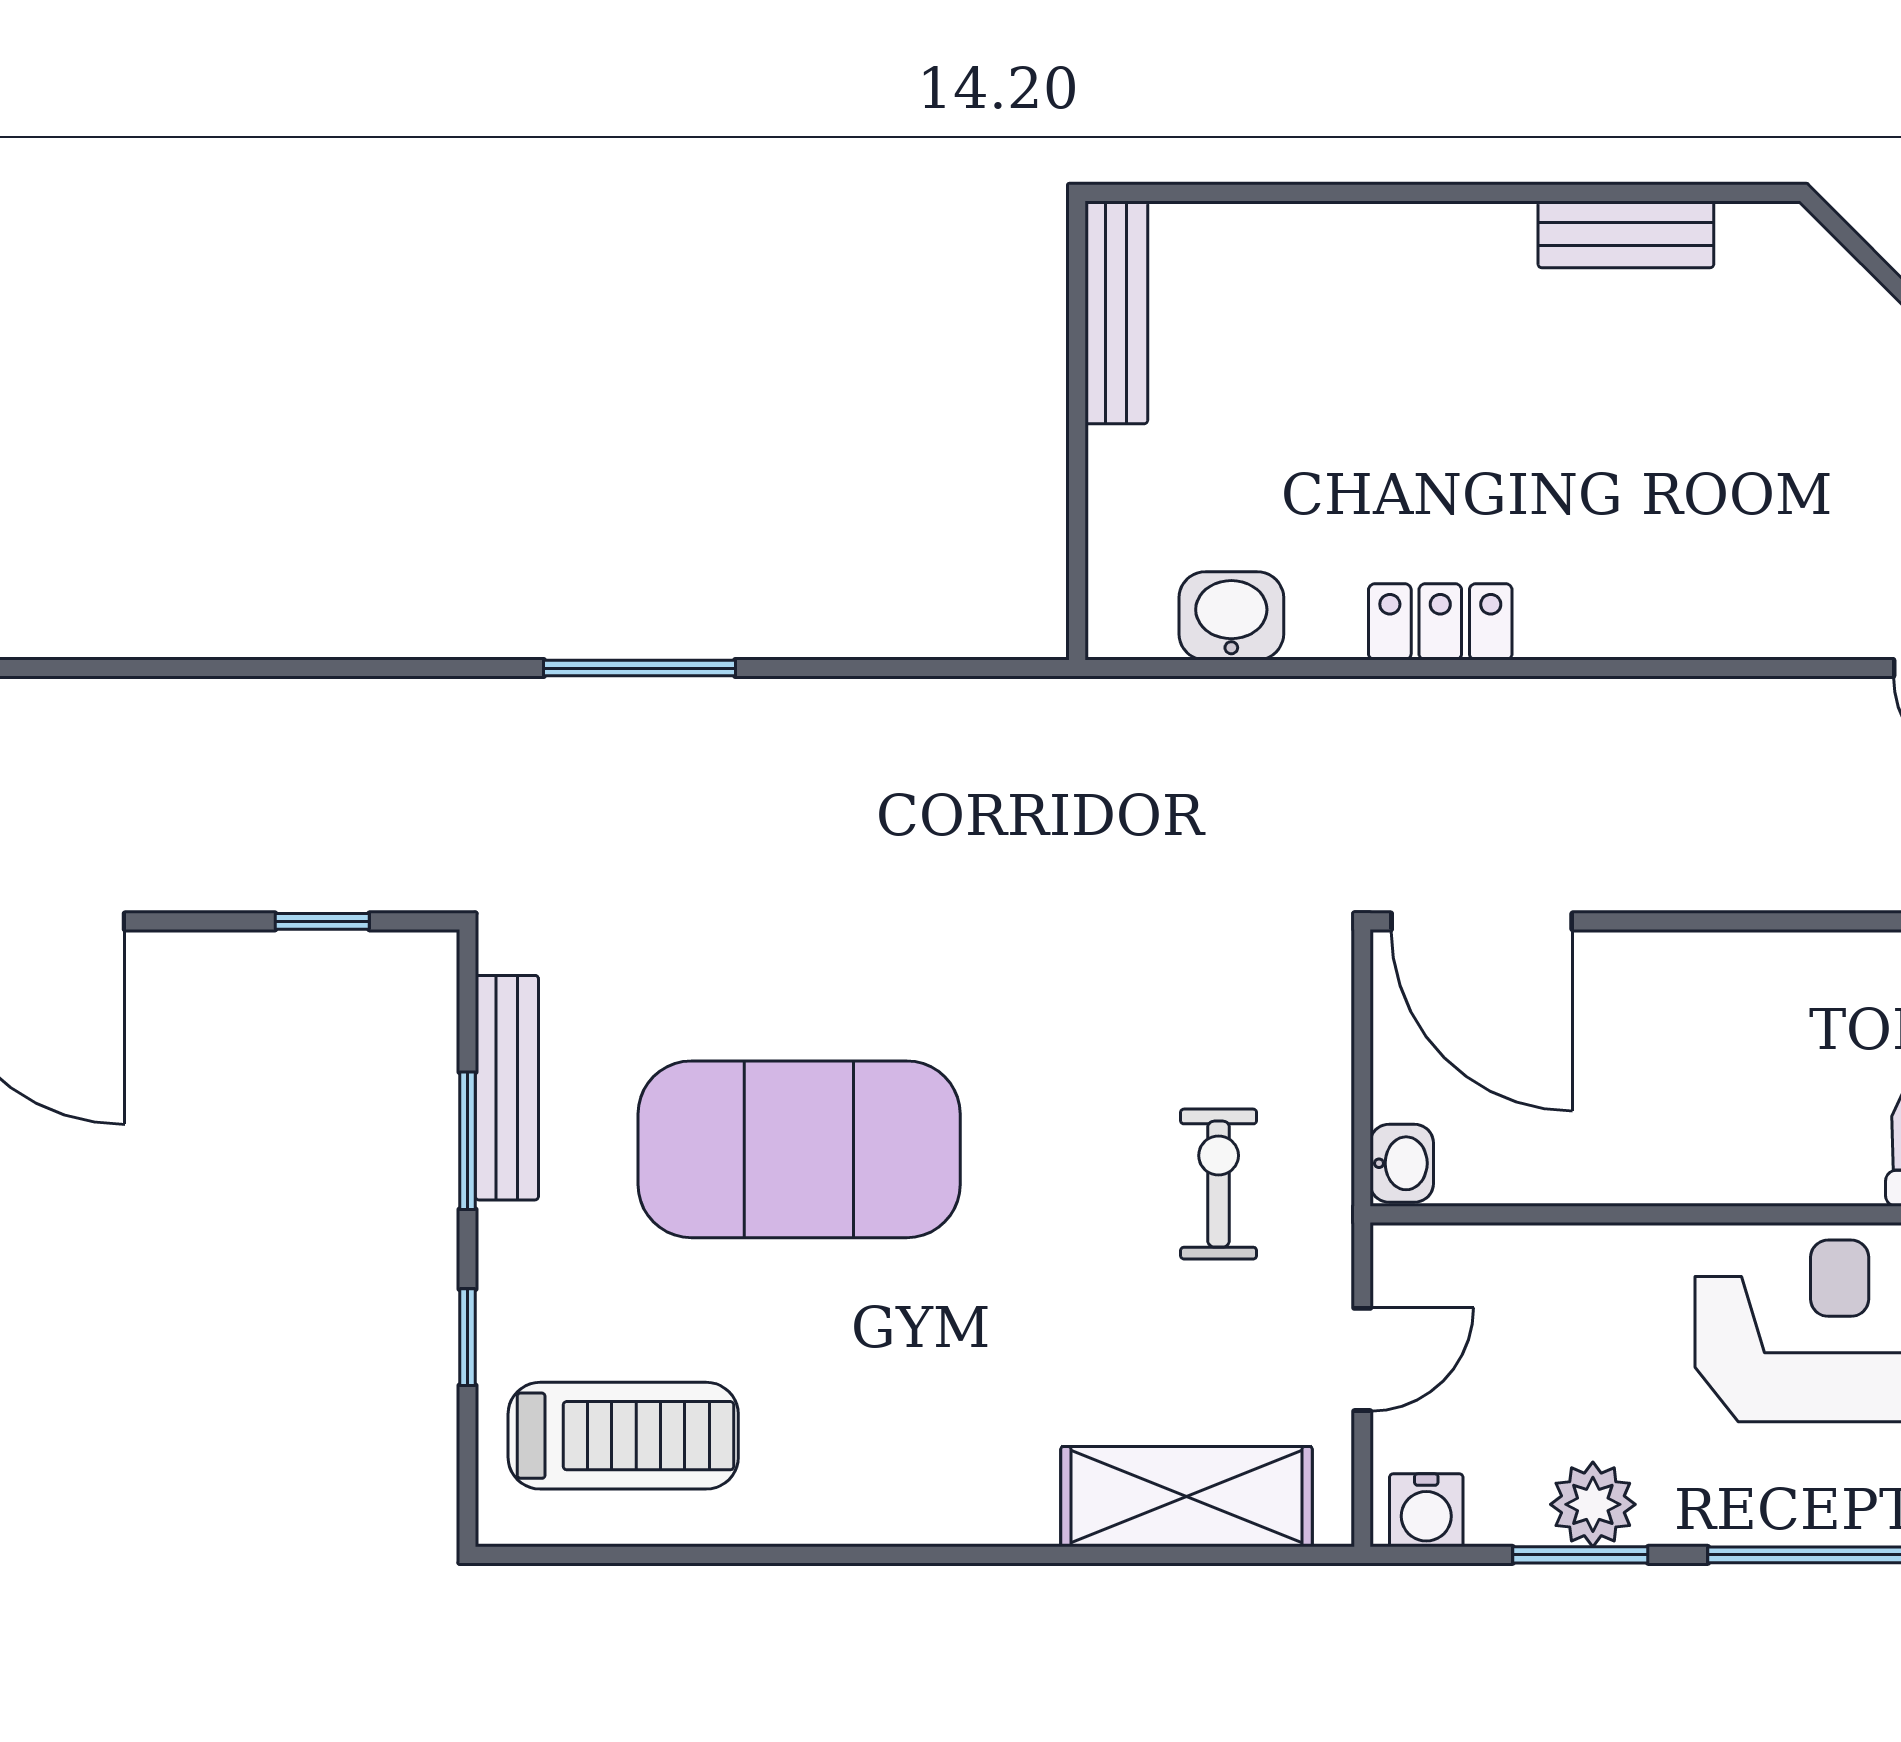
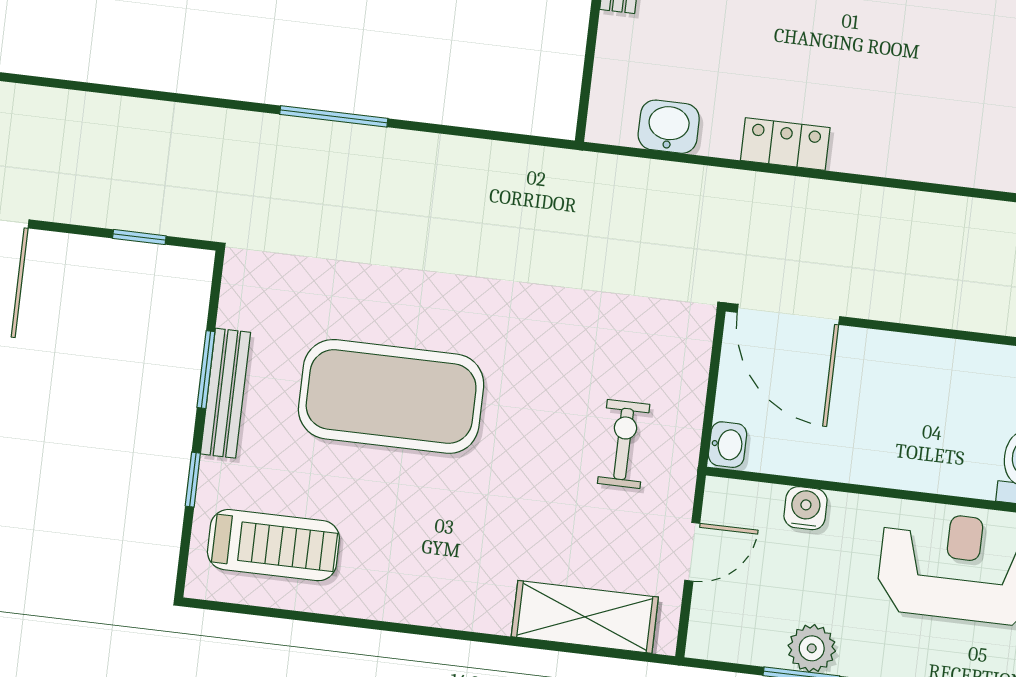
bench: (507, 1088) -> (225, 393), moved
water cooler: (1426, 1510) -> (806, 508), moved, turned 180

